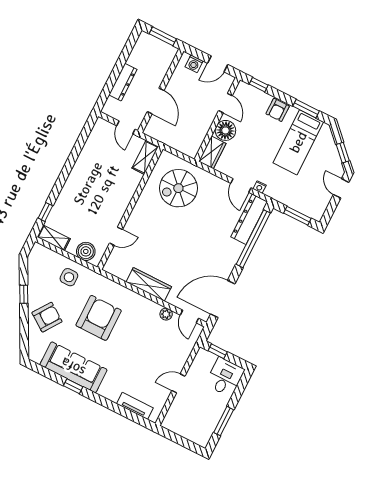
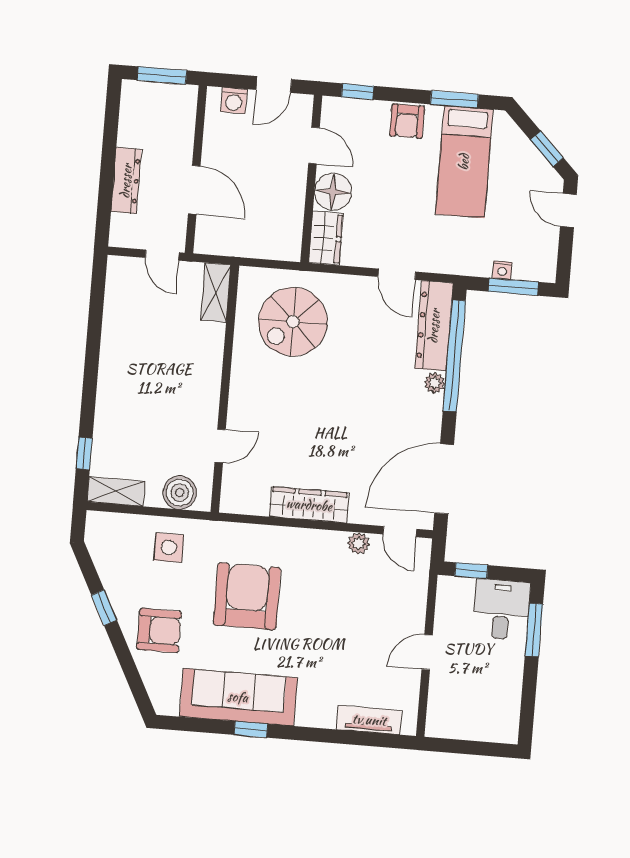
nightstand: (260, 187) -> (502, 270), moved
plant: (238, 248) -> (435, 383), added
armchair: (47, 317) -> (159, 630), turned 55
window: (224, 421) -> (534, 630), moved

